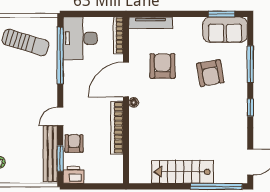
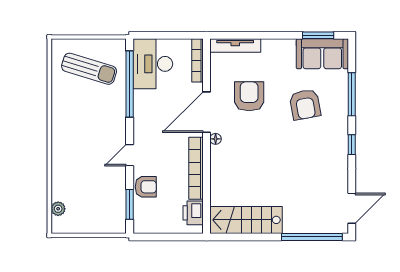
armchair: (74, 144) -> (146, 187), turned 90
bench: (50, 154) -> (118, 199), removed
stairs: (182, 172) -> (246, 220), moved
printer: (73, 175) -> (193, 213), moved, turned -90

